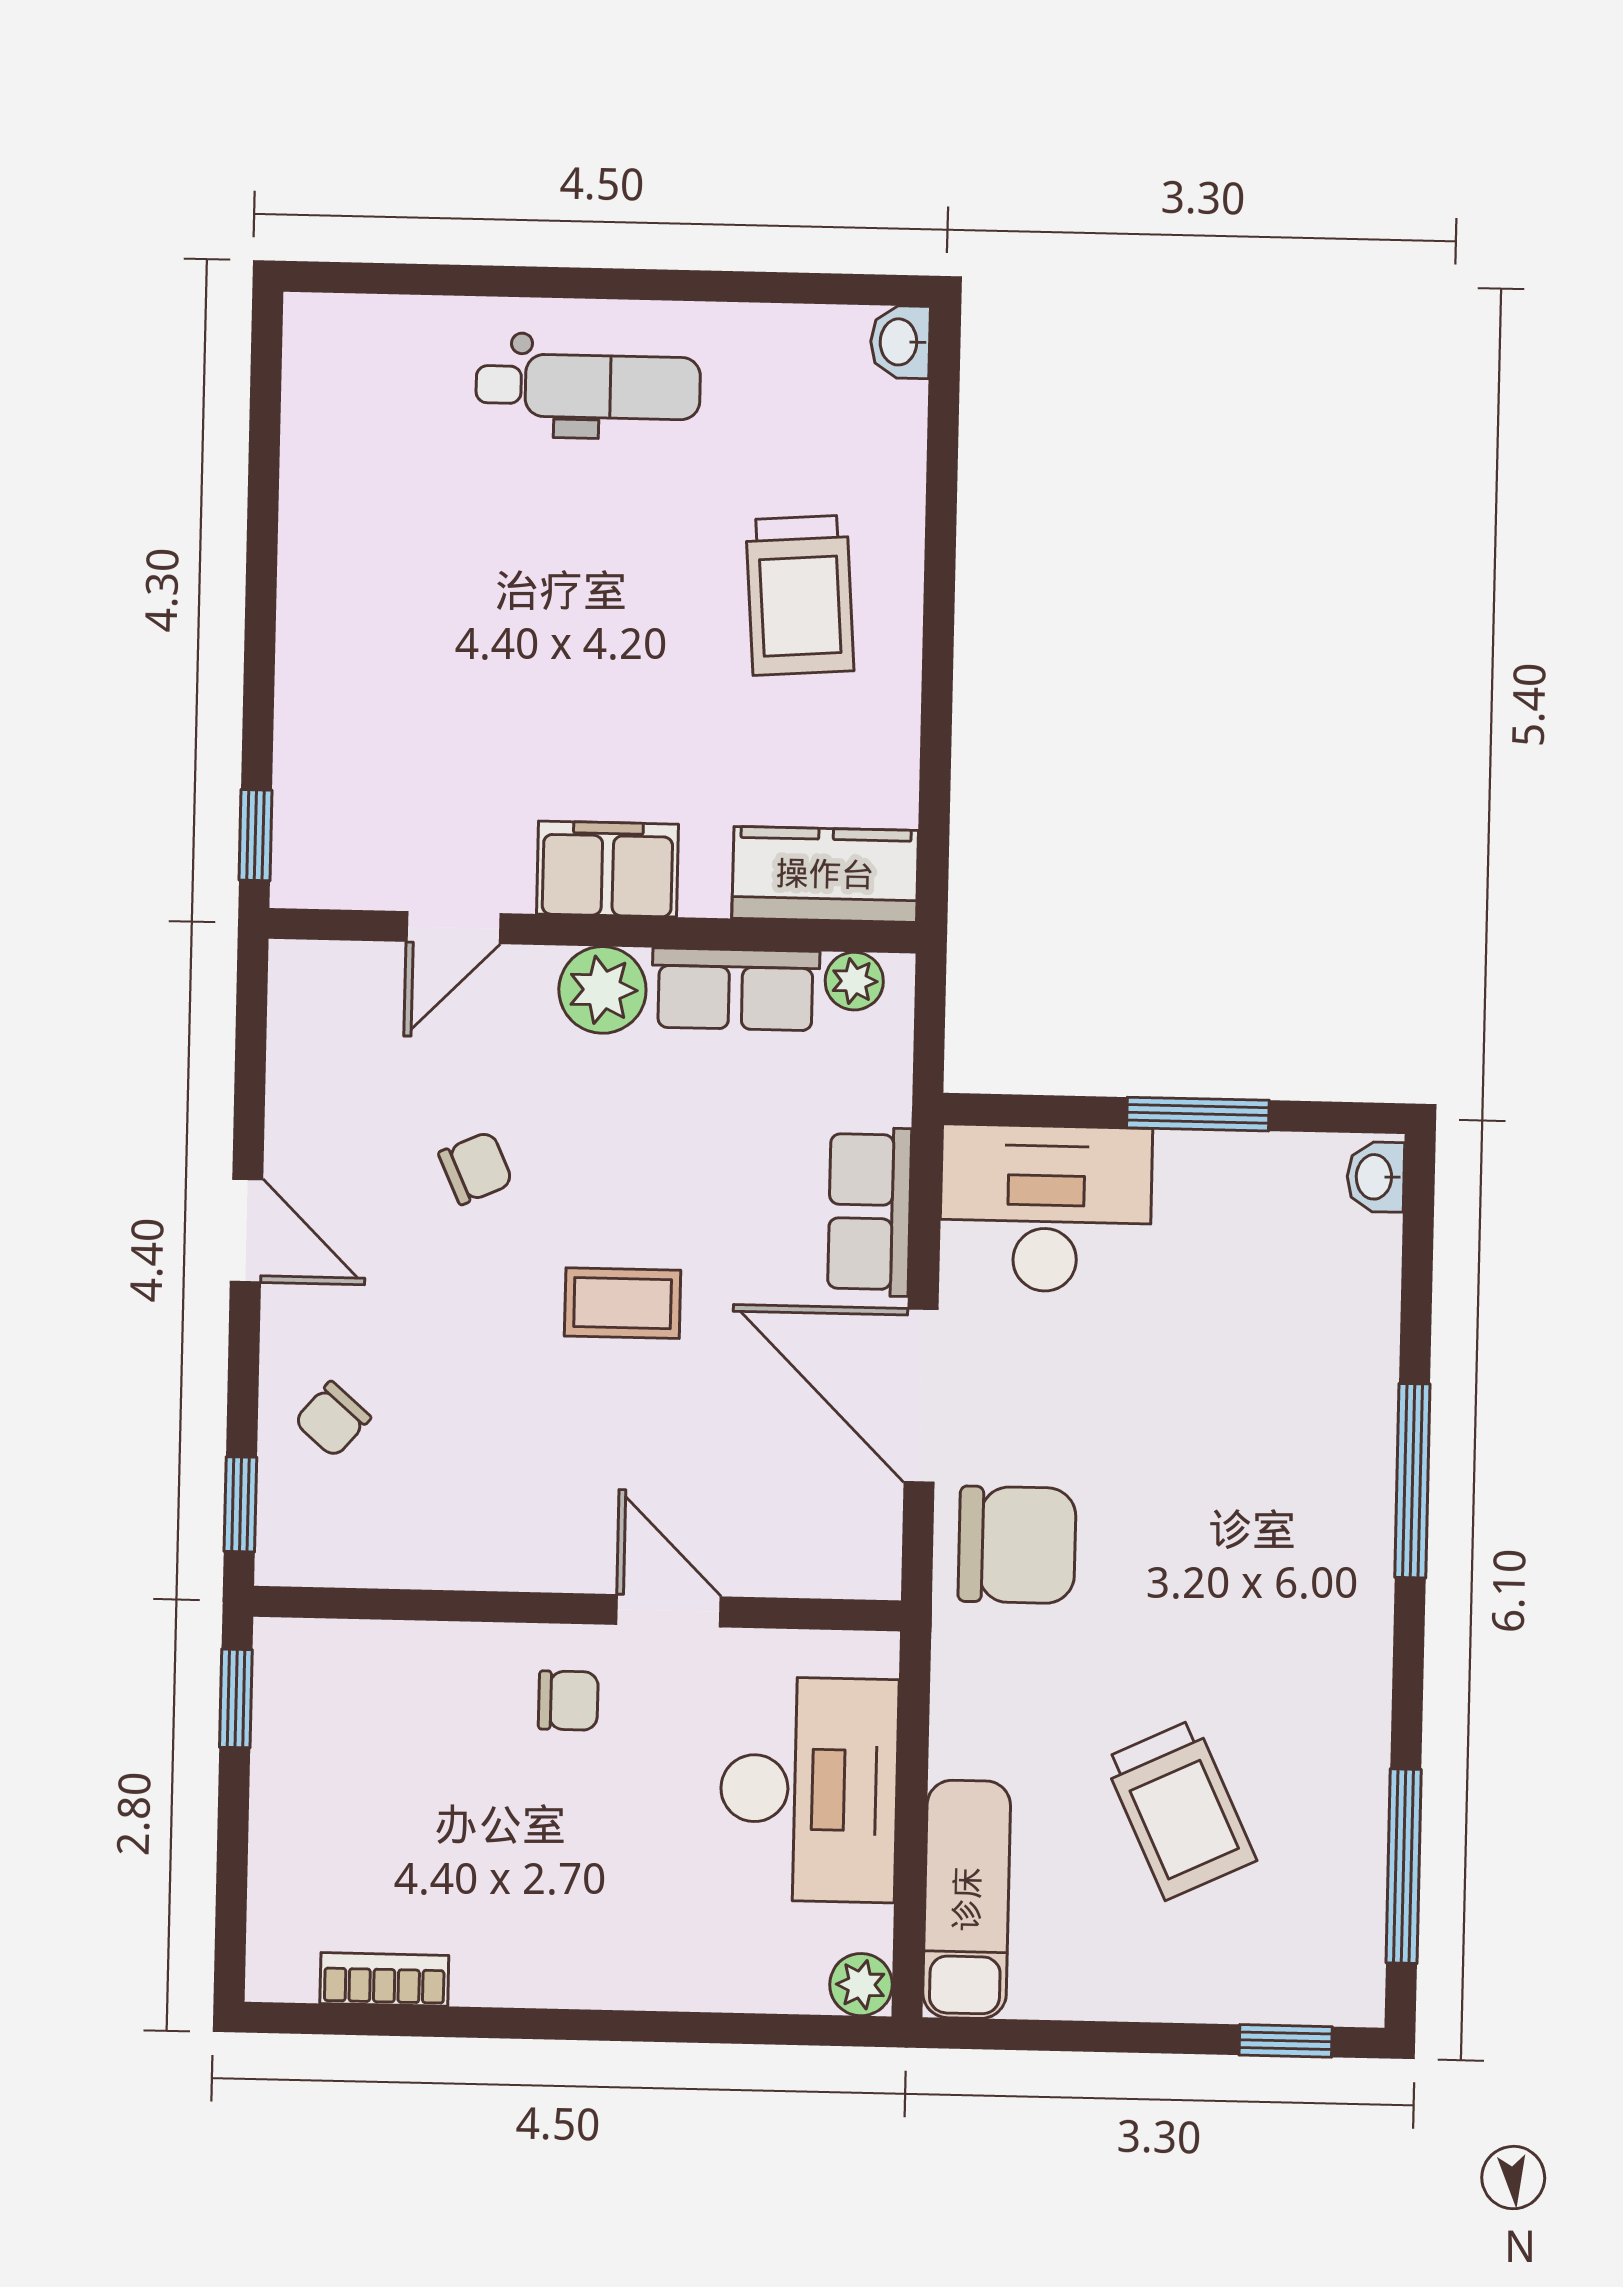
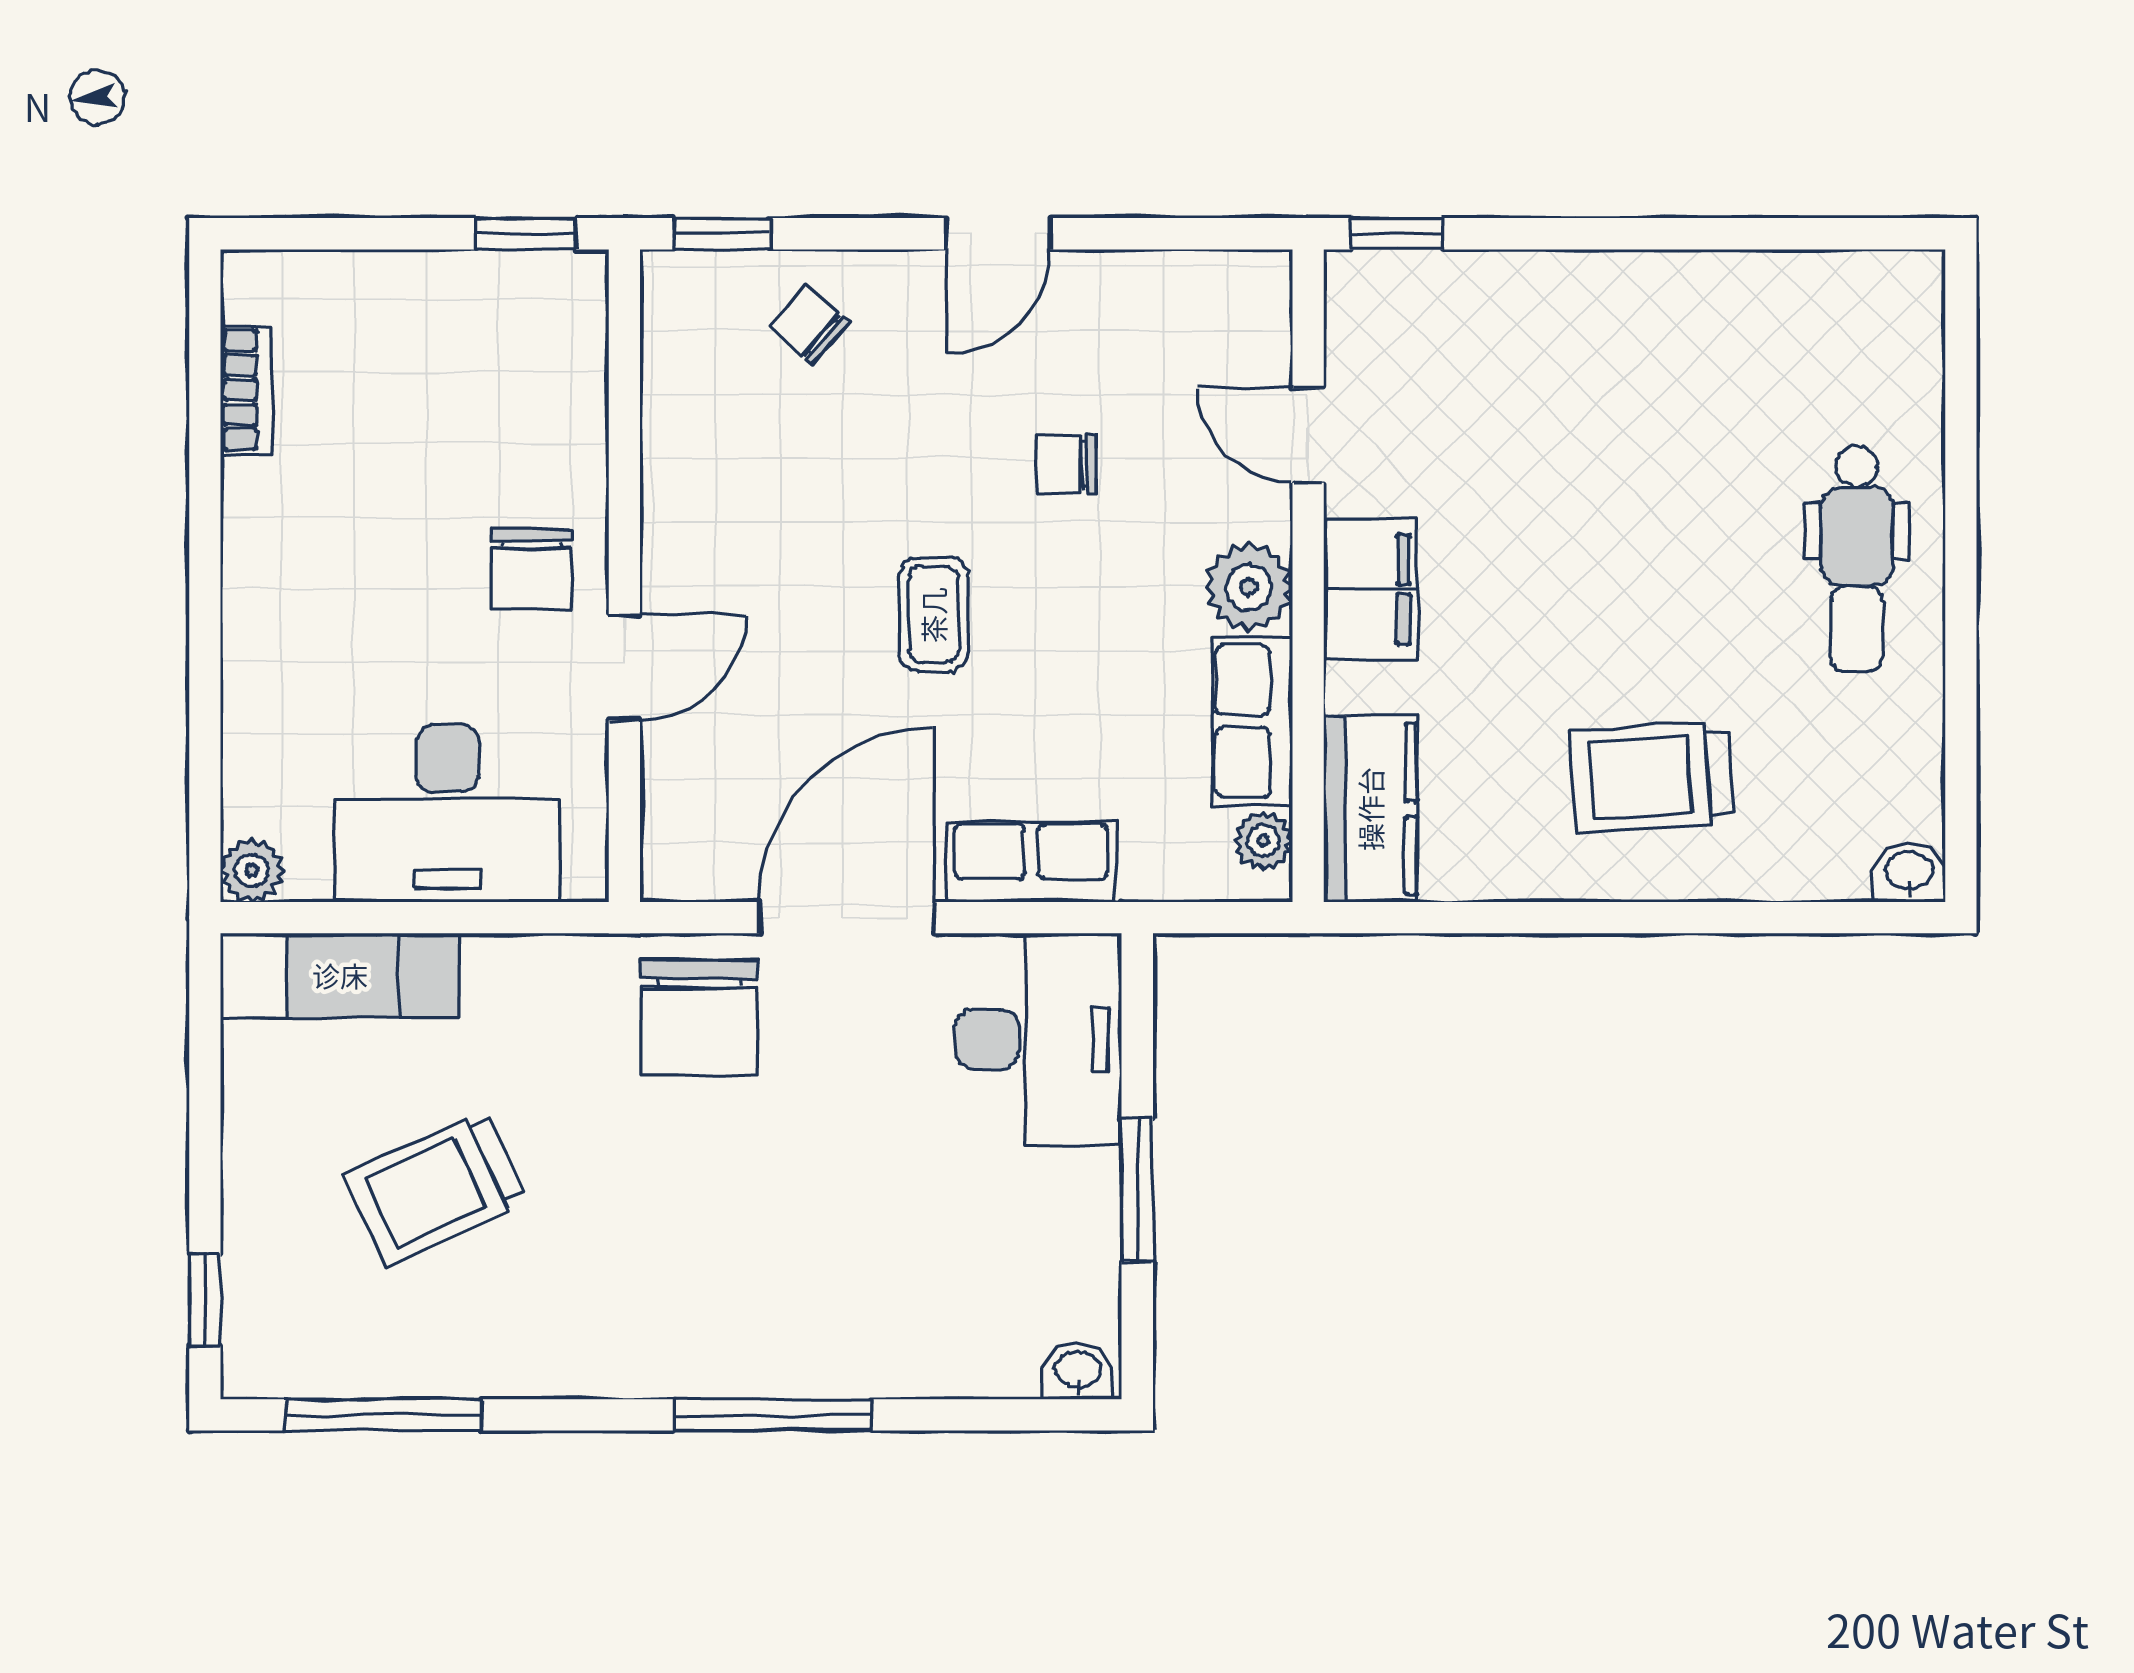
chair: (476, 1168) -> (1066, 463), turned 114
chair: (568, 1701) -> (532, 569), width x1.37, depth x1.37

